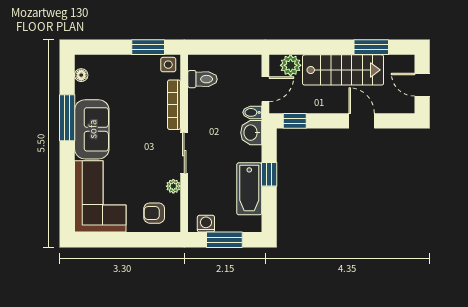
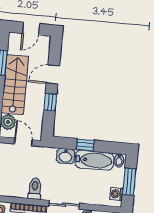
toilet: (202, 79) -> (35, 189), moved
bidet: (252, 112) -> (119, 160), moved
window: (295, 121) -> (50, 102), moved
washbasin: (251, 133) -> (65, 156), moved

